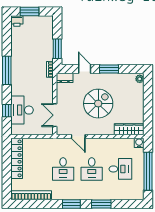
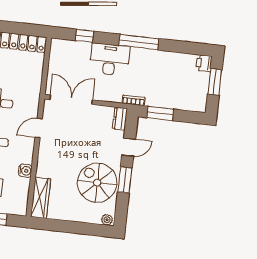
spiral stairs: (98, 104) -> (97, 183), moved, turned 180
desk: (22, 110) -> (110, 59), moved
double door: (55, 115) -> (71, 100), width x1.37
water cooler: (139, 143) -> (25, 171), moved

